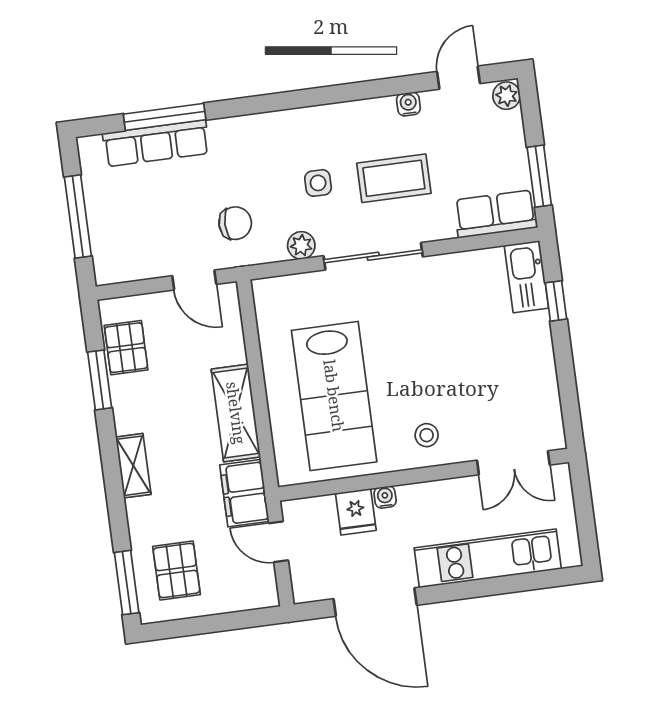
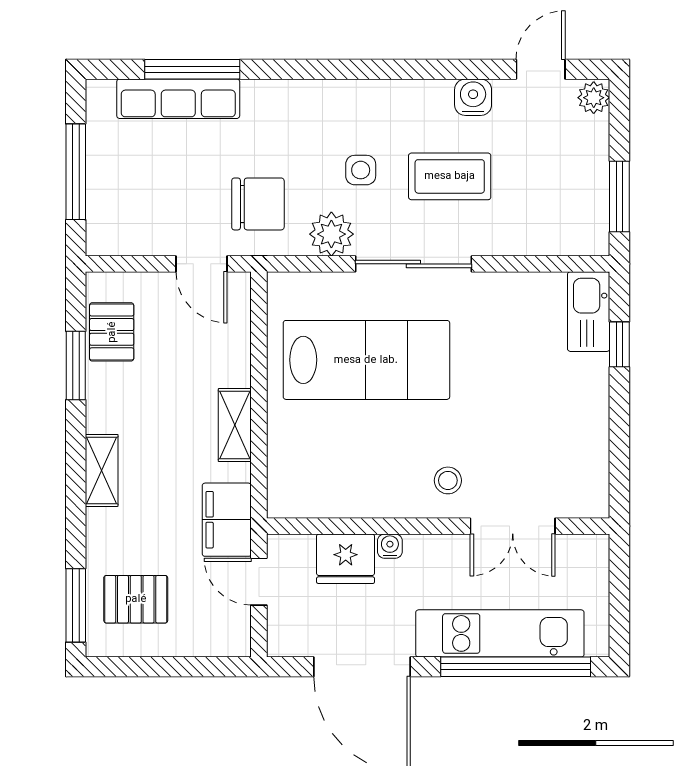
water cooler: (408, 104) -> (473, 97), width x1.38, depth x1.38
row of seats: (496, 214) -> (563, 234), removed
chair: (235, 223) -> (258, 204), width x1.37, depth x1.37
plant: (301, 245) -> (331, 234), width x1.38, depth x1.38
lab bench: (334, 396) -> (366, 360), moved, turned -90
shelving: (236, 413) -> (235, 425), width x0.67, depth x0.75
double door: (513, 463) -> (513, 526), moved
fridge: (356, 512) -> (346, 559), width x1.38
pallet: (177, 571) -> (136, 599), turned 90
window: (505, 585) -> (516, 667), added

